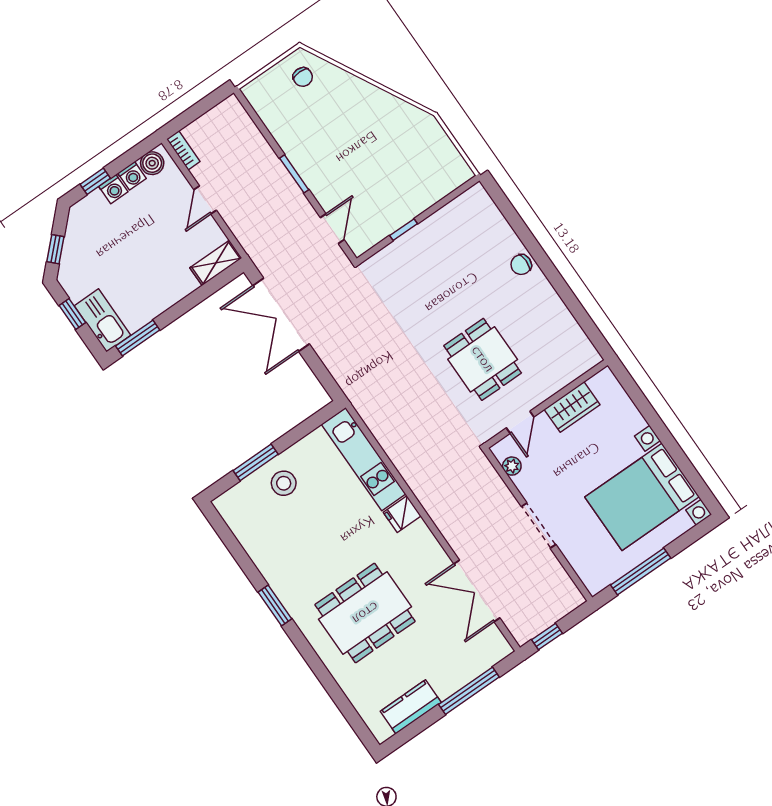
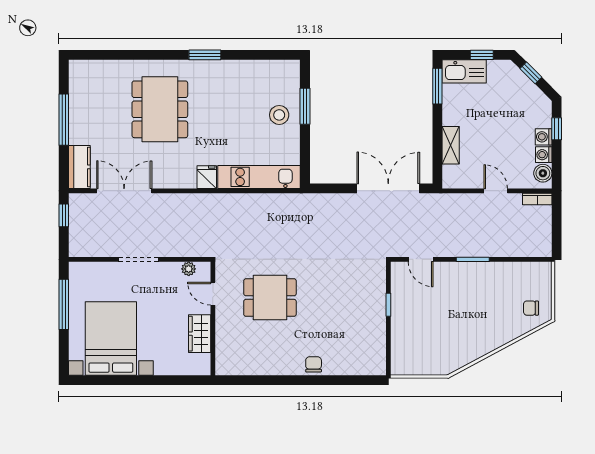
shelving: (216, 263) -> (451, 145), moved
window: (469, 691) -> (64, 120), moved
kitchen counter: (411, 707) -> (79, 167), moved

